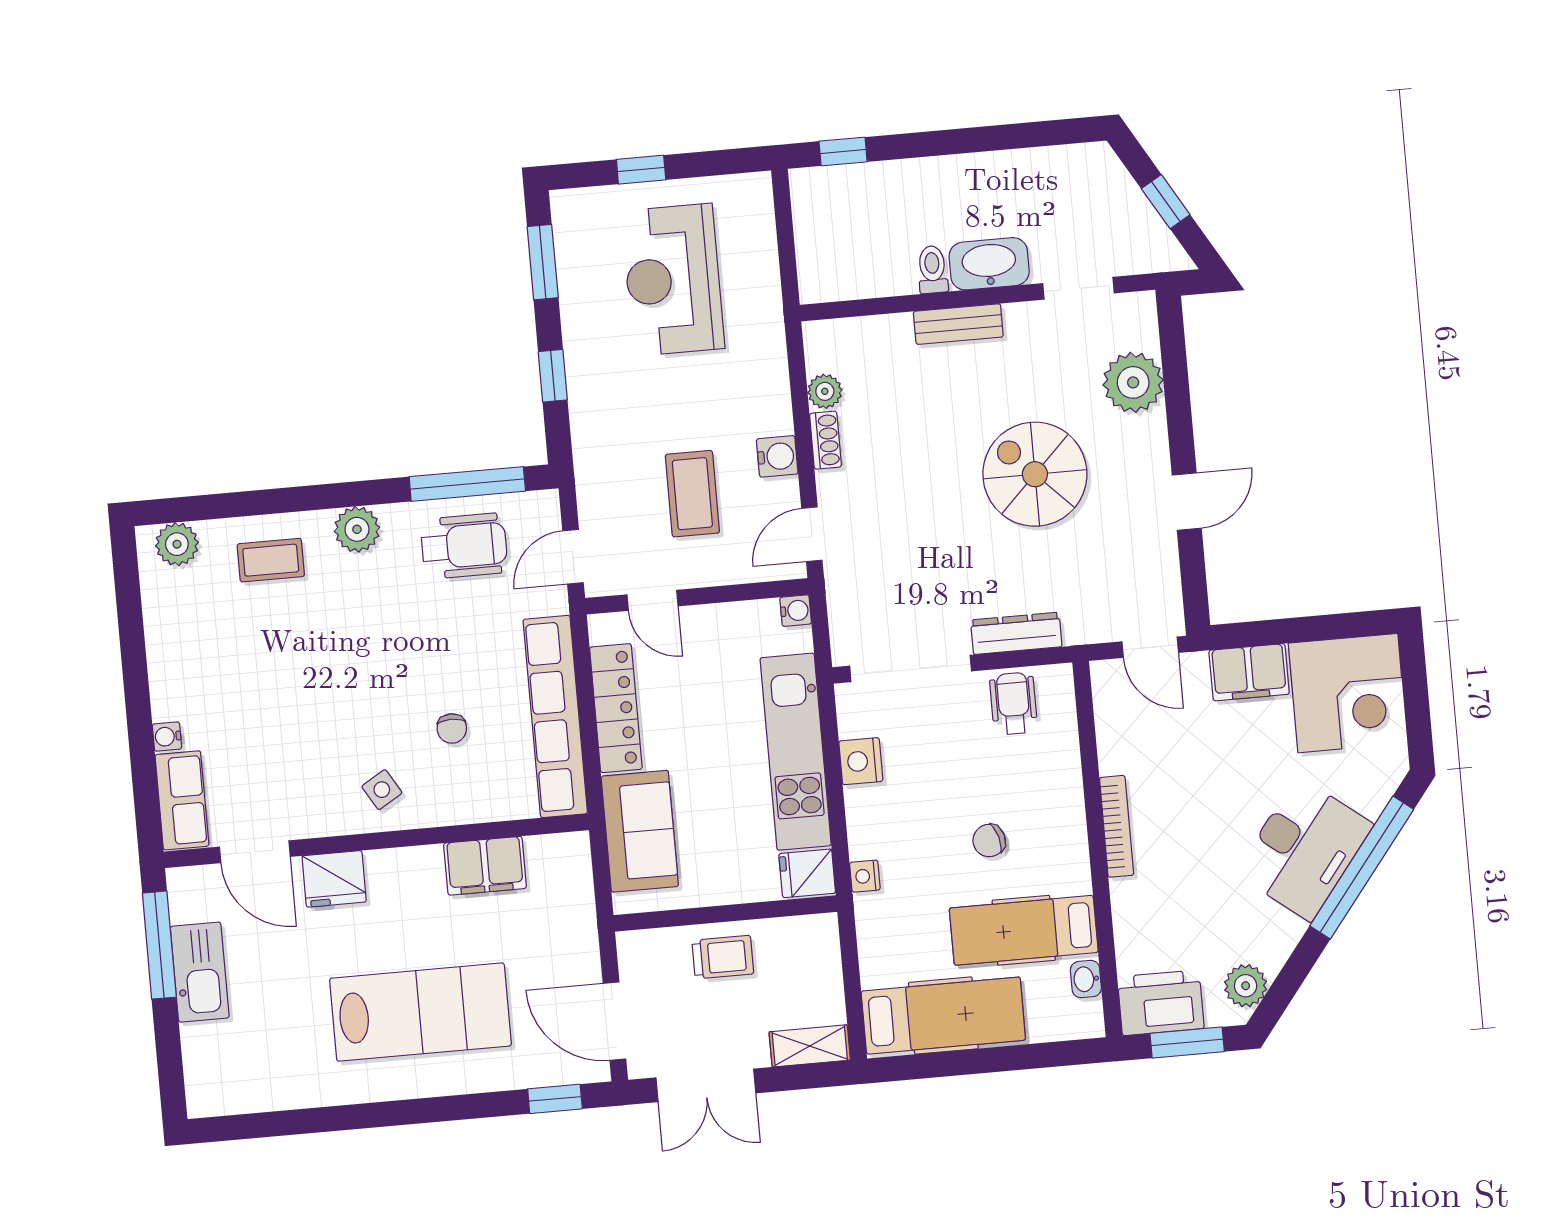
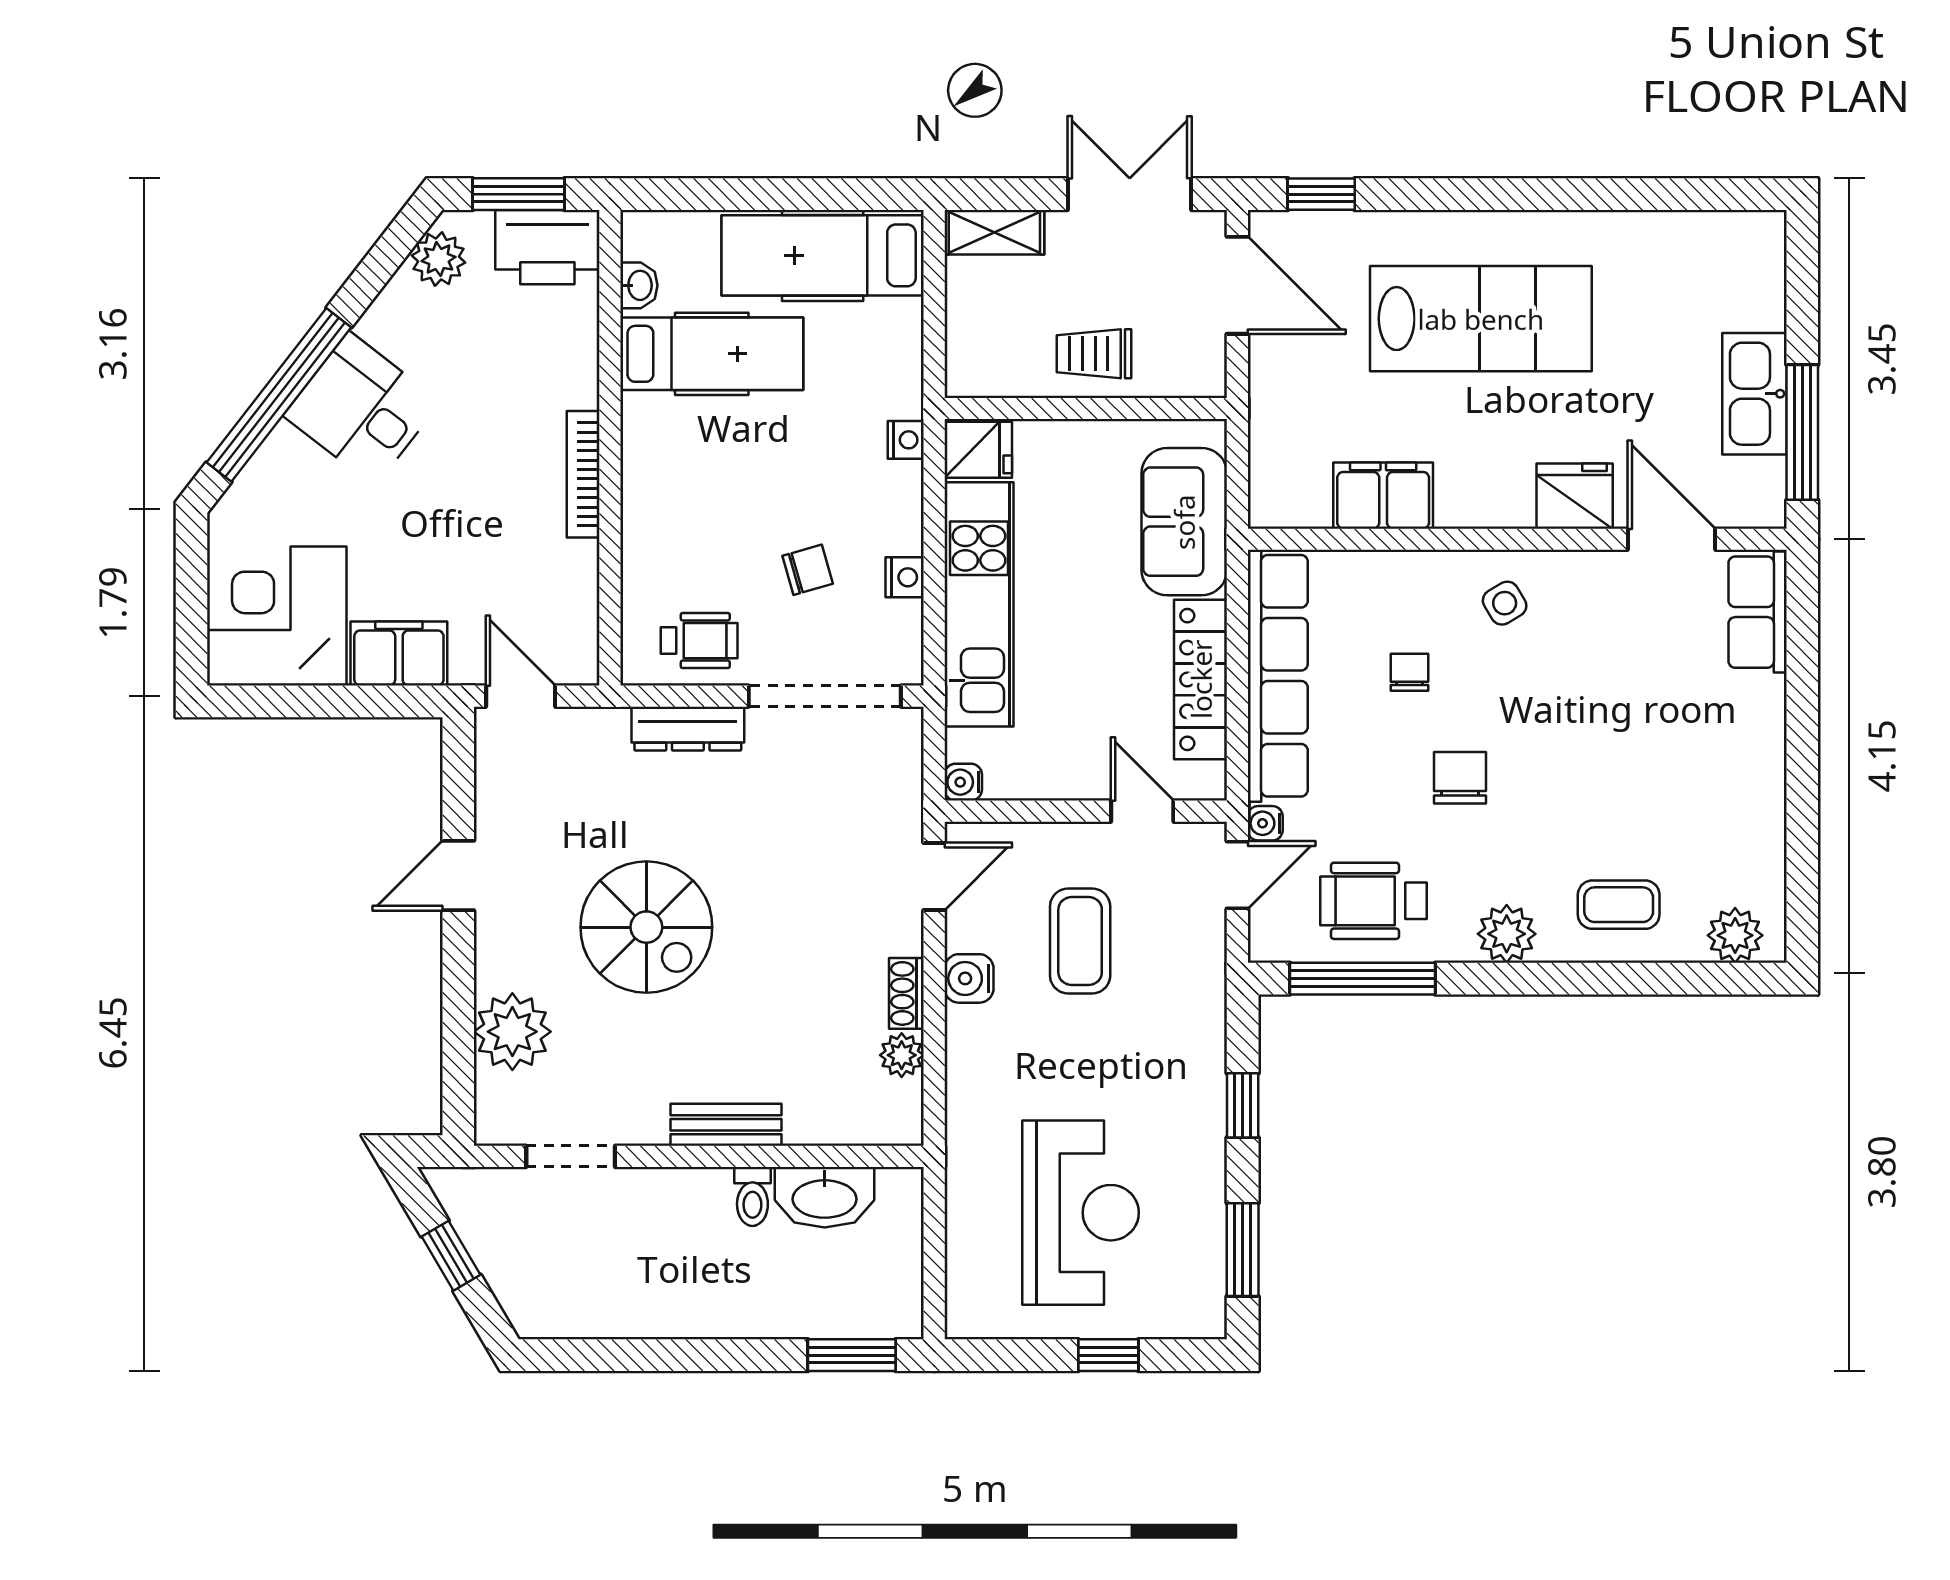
window: (843, 152) -> (852, 1355), width x1.50
washbasin: (989, 264) -> (825, 1197), moved
chair: (405, 649) -> (1460, 778), added
wheelchair: (1014, 704) -> (699, 641), turned -90
water cooler: (167, 736) -> (1265, 823), moved, turned 180
nightstand: (861, 761) -> (905, 577), width x0.72, depth x0.74
chair: (989, 841) -> (808, 570), moved
desk: (1304, 849) -> (362, 409), width x0.73
lab bench: (420, 1012) -> (1481, 319), turned 180

